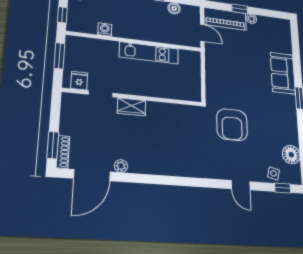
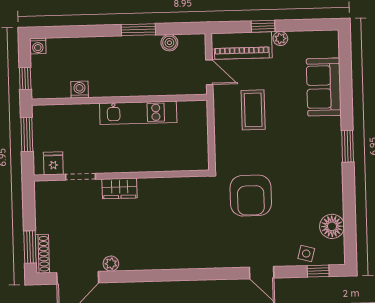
coffee table: (233, 63) -> (253, 110), added
sofa: (283, 73) -> (324, 87), moved

